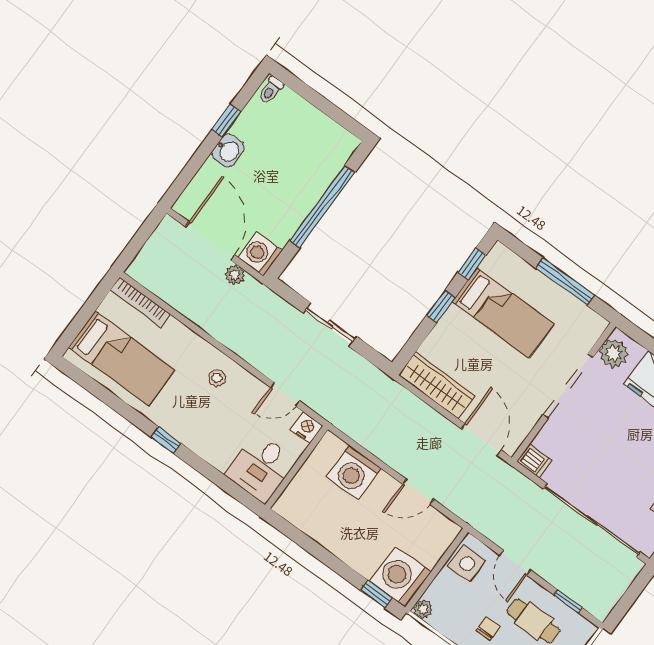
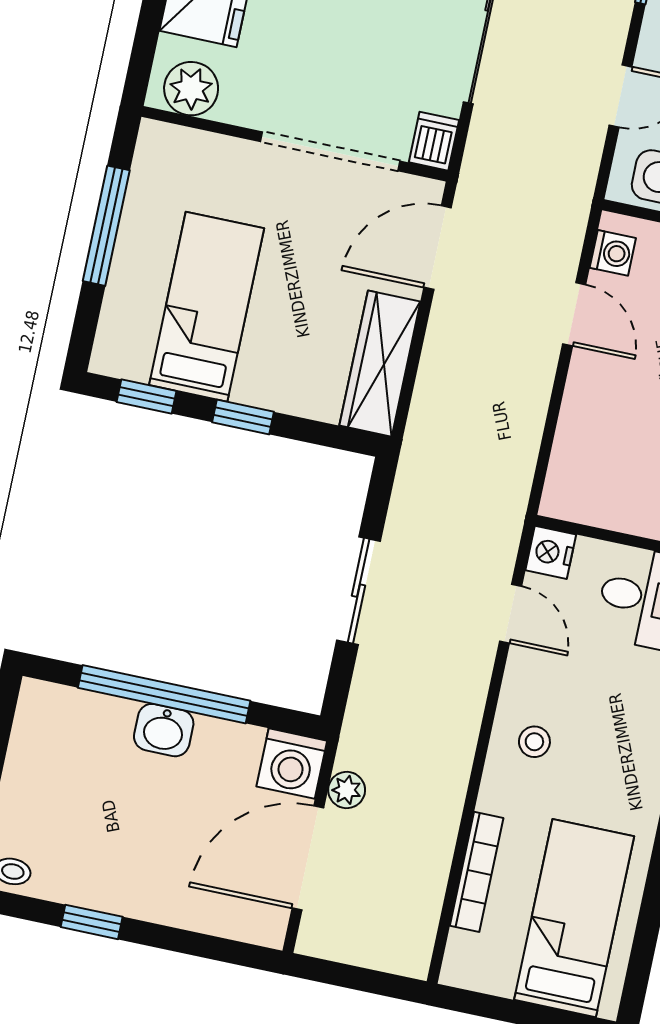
washbasin: (228, 151) -> (164, 730), moved, turned 180
bookcase: (140, 302) -> (477, 872), moved
doorway: (568, 386) -> (330, 151), moved
washing machine: (354, 473) -> (613, 253), moved, width x0.53, depth x0.53

